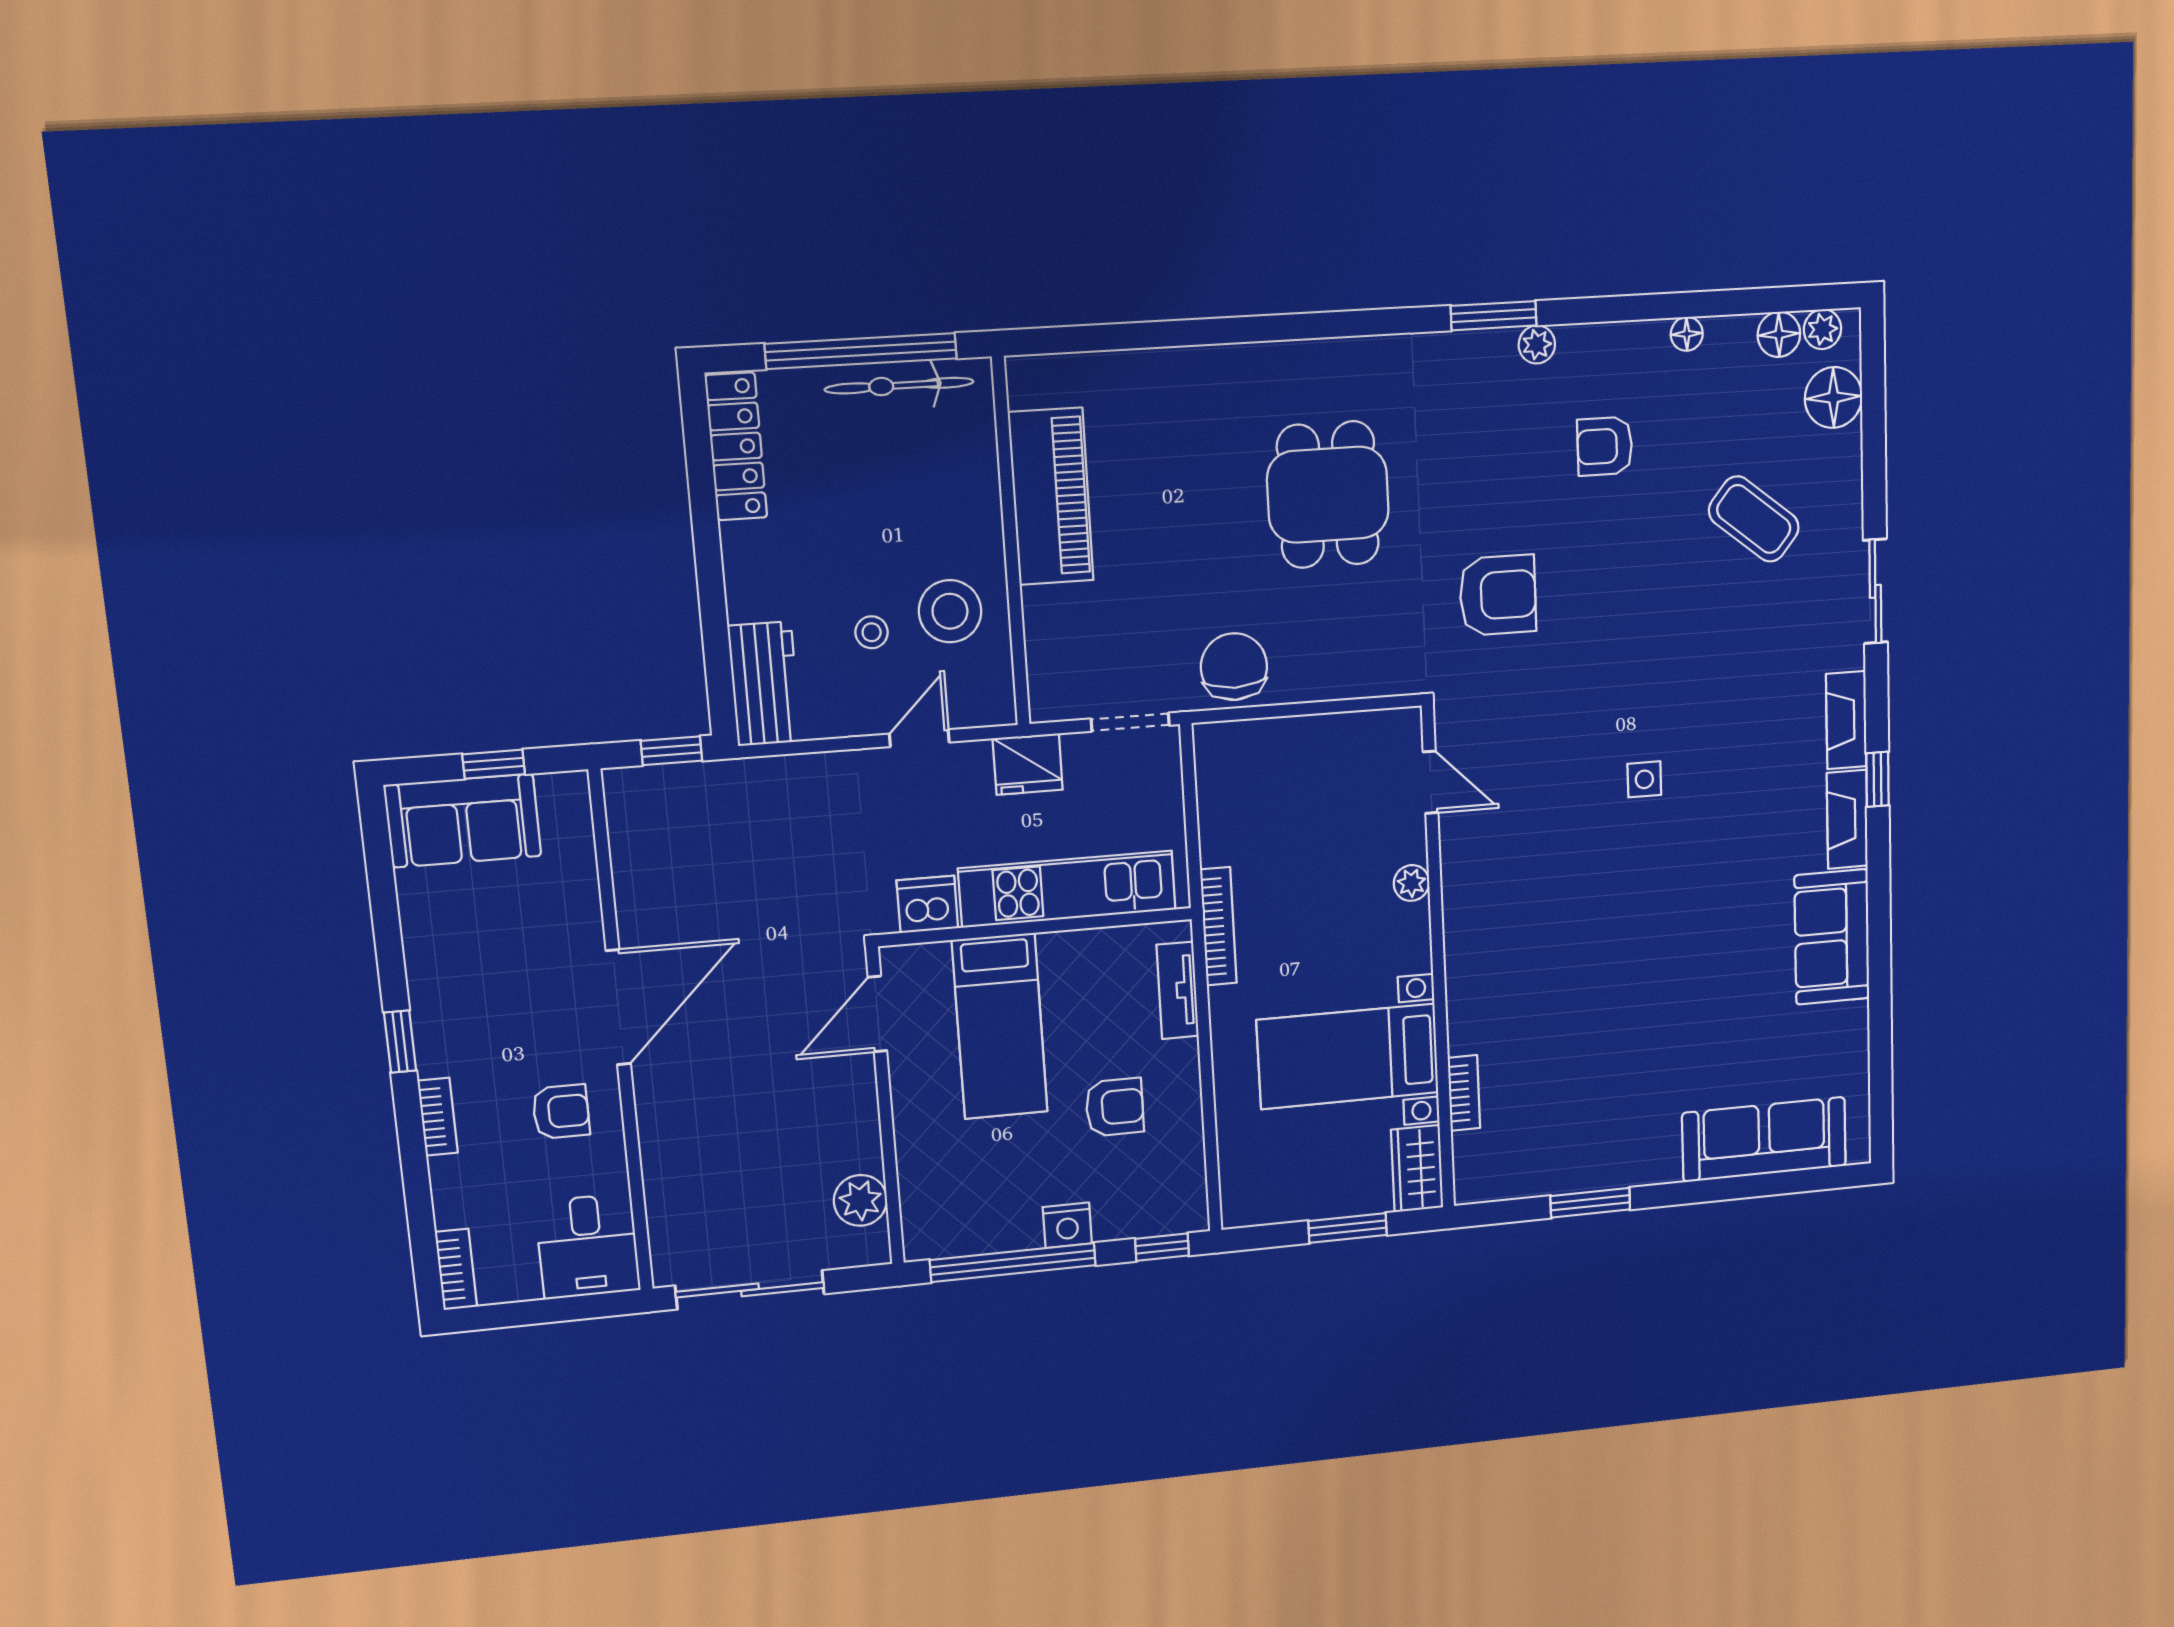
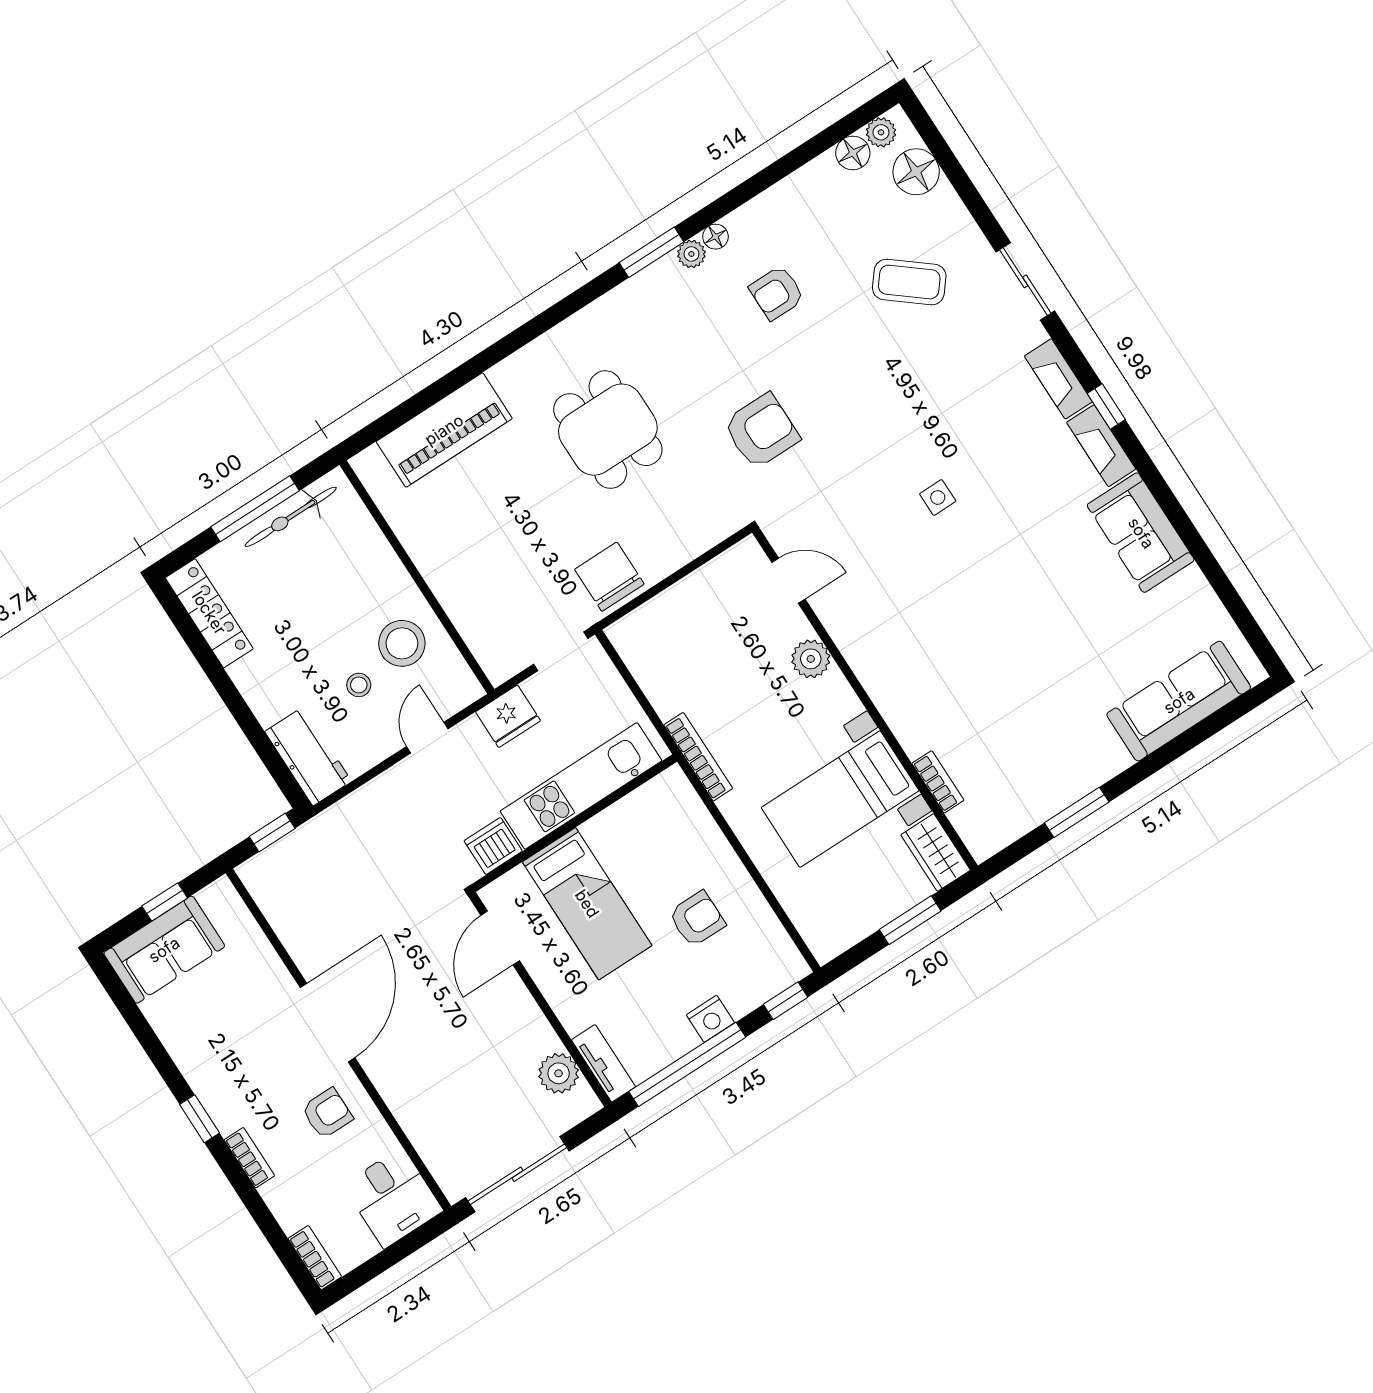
floor lamp: (1687, 334) -> (715, 237), moved
window: (861, 351) -> (255, 509), width x0.68
piano: (1051, 497) -> (444, 430), moved, turned 90
plant: (1412, 883) -> (811, 659), width x1.38, depth x1.38
tv unit: (1178, 990) -> (603, 1063), moved, turned 180

